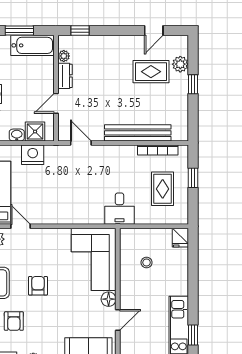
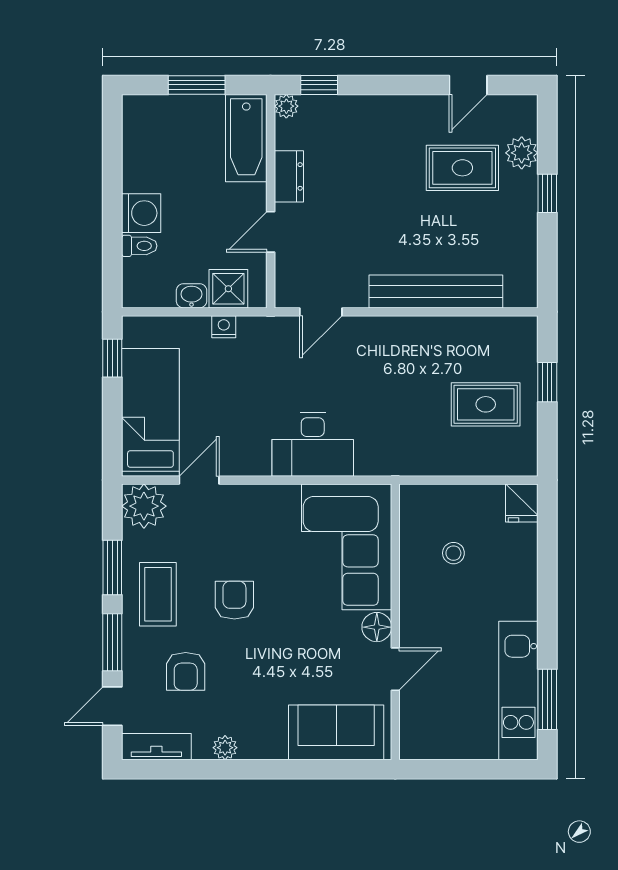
bathtub: (32, 45) -> (246, 138), moved, turned 90
plant: (64, 56) -> (286, 106), moved
door: (81, 143) -> (321, 312), swing flipped
bookcase: (158, 150) -> (476, 326), removed
nightstand: (33, 155) -> (224, 327), width x0.53, depth x0.56
rug: (163, 189) -> (486, 404), turned 90
desk: (120, 209) -> (313, 444), moved, width x1.37
door: (21, 226) -> (199, 480), hinge flipped
window: (193, 335) -> (547, 699), width x1.50

